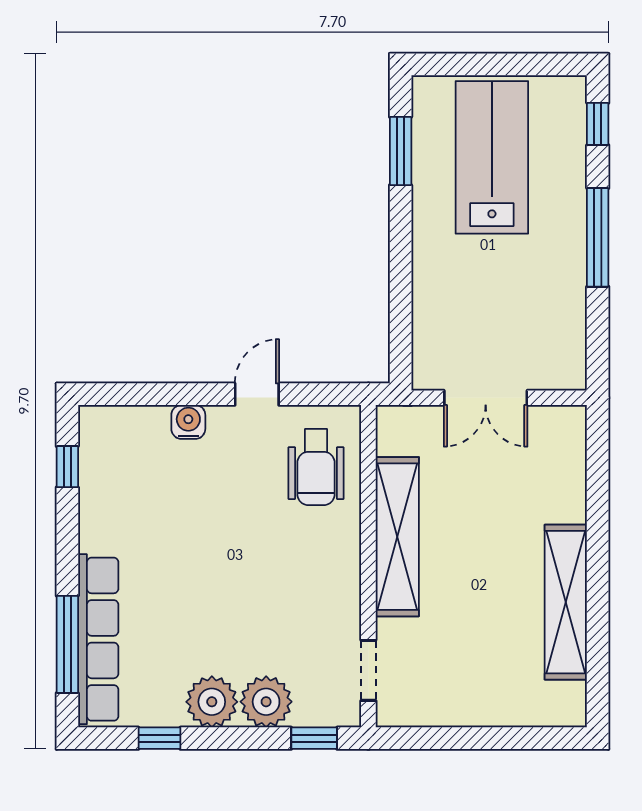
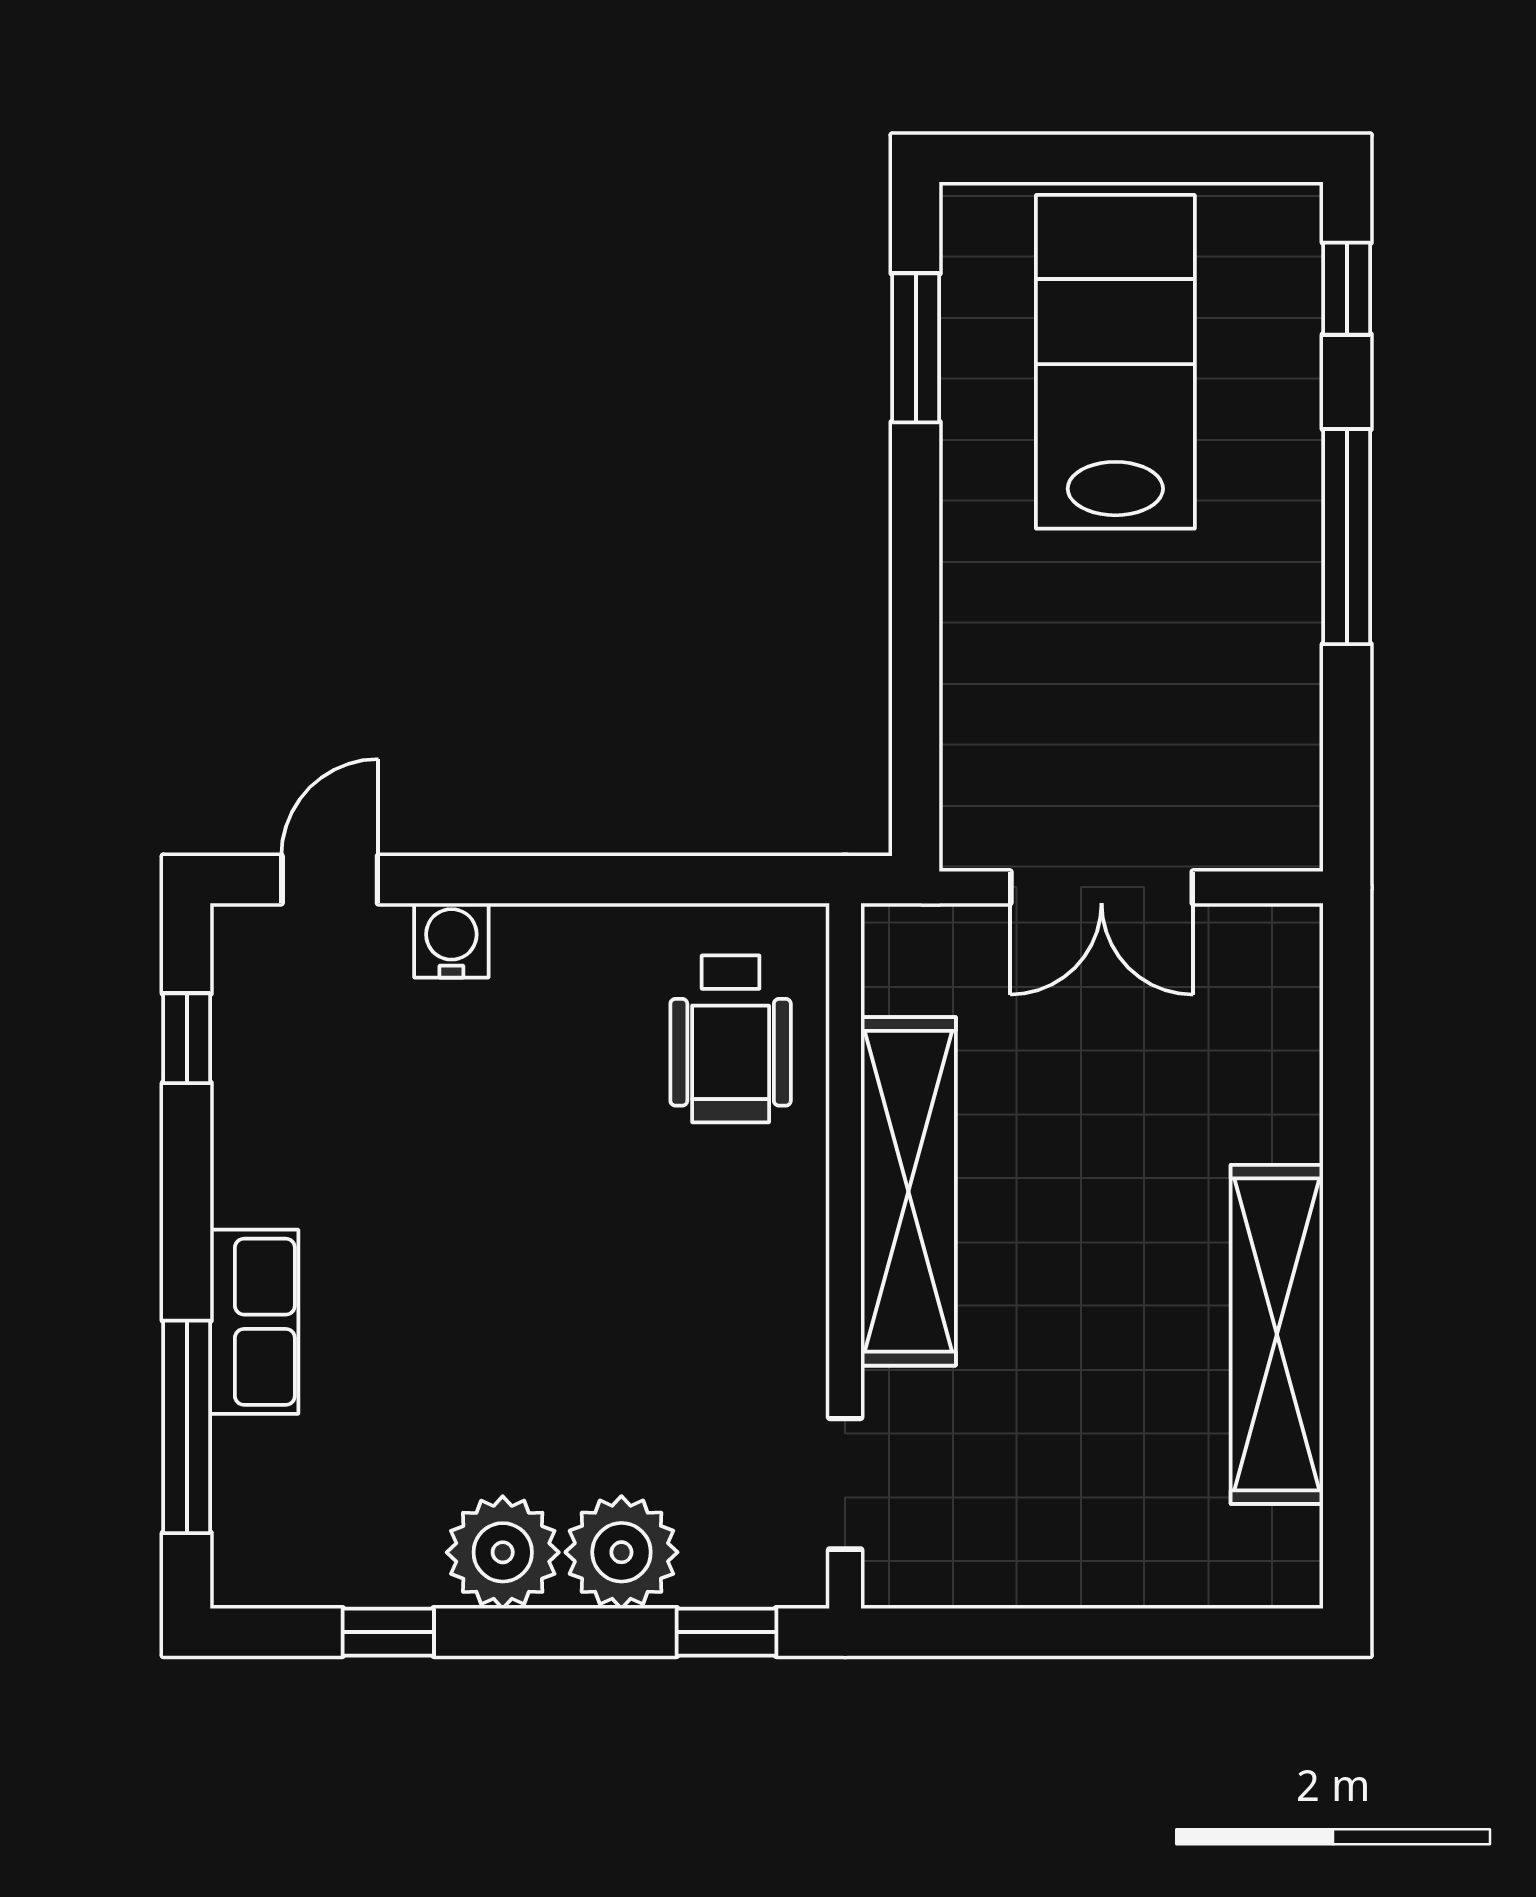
door: (257, 394) -> (330, 880), moved
row of seats: (98, 639) -> (254, 1322), width x0.50

